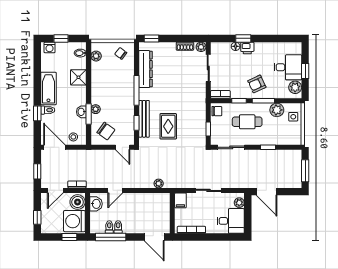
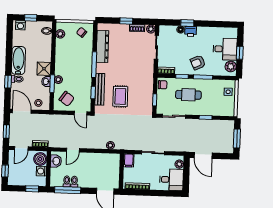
window: (151, 38) -> (126, 21), moved
shower: (78, 77) -> (44, 69), moved
plant: (277, 110) -> (214, 85), removed
washing machine: (74, 221) -> (41, 171), width x0.53, depth x0.53

